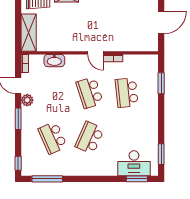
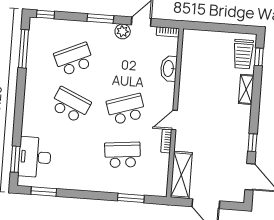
shelving: (29, 33) -> (181, 175), moved, turned 90

